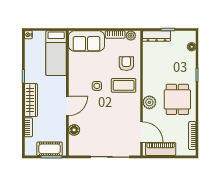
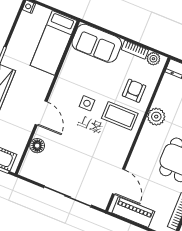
plant: (149, 102) -> (156, 117), moved
door: (67, 106) -> (41, 113), hinge flipped

